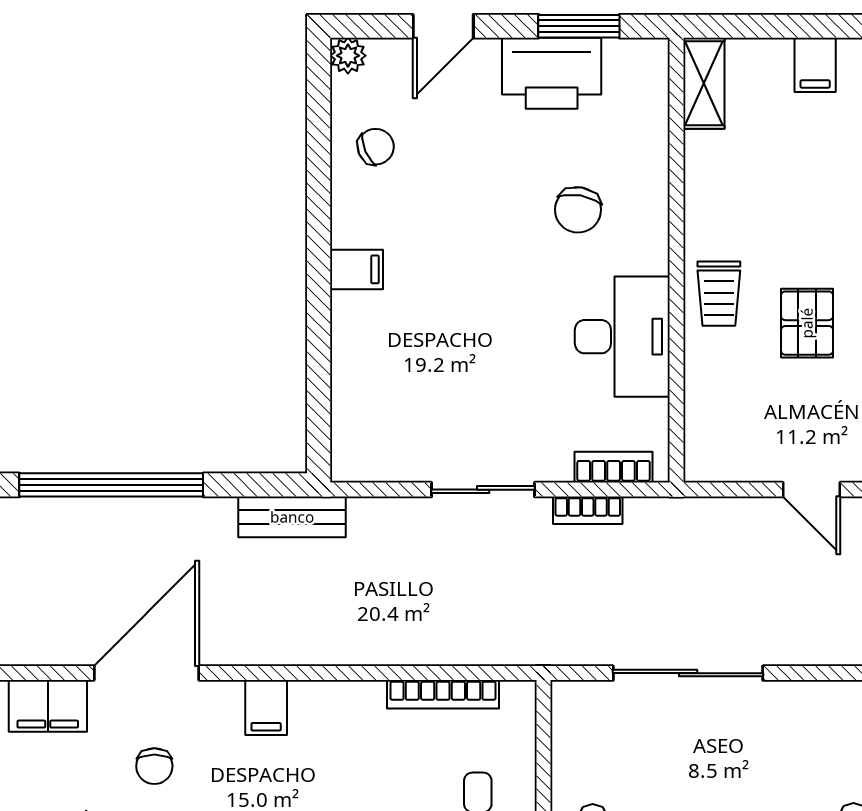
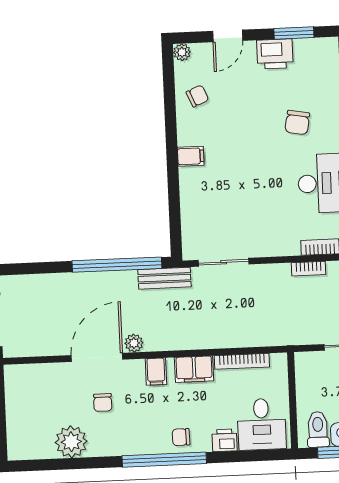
printer: (552, 73) -> (275, 54), width x0.73, depth x0.84
window: (111, 485) -> (117, 265), moved
sliding door: (483, 490) -> (224, 262), moved
plant: (223, 647) -> (134, 343), added
filing cabinet: (48, 706) -> (194, 369), moved

